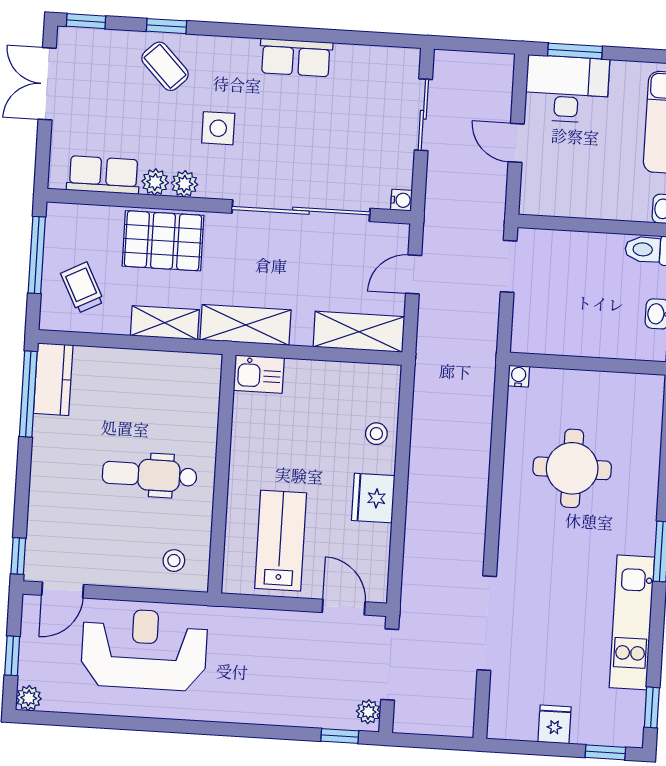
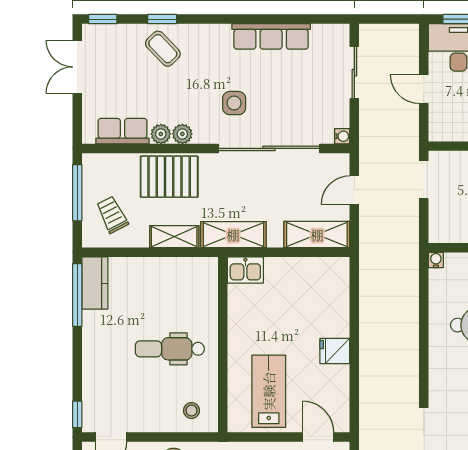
row of seats: (296, 58) -> (271, 36), width x1.48
side table: (218, 128) -> (234, 103), moved
stool: (376, 434) -> (334, 308), removed
fridge: (373, 498) -> (335, 351), width x0.72

